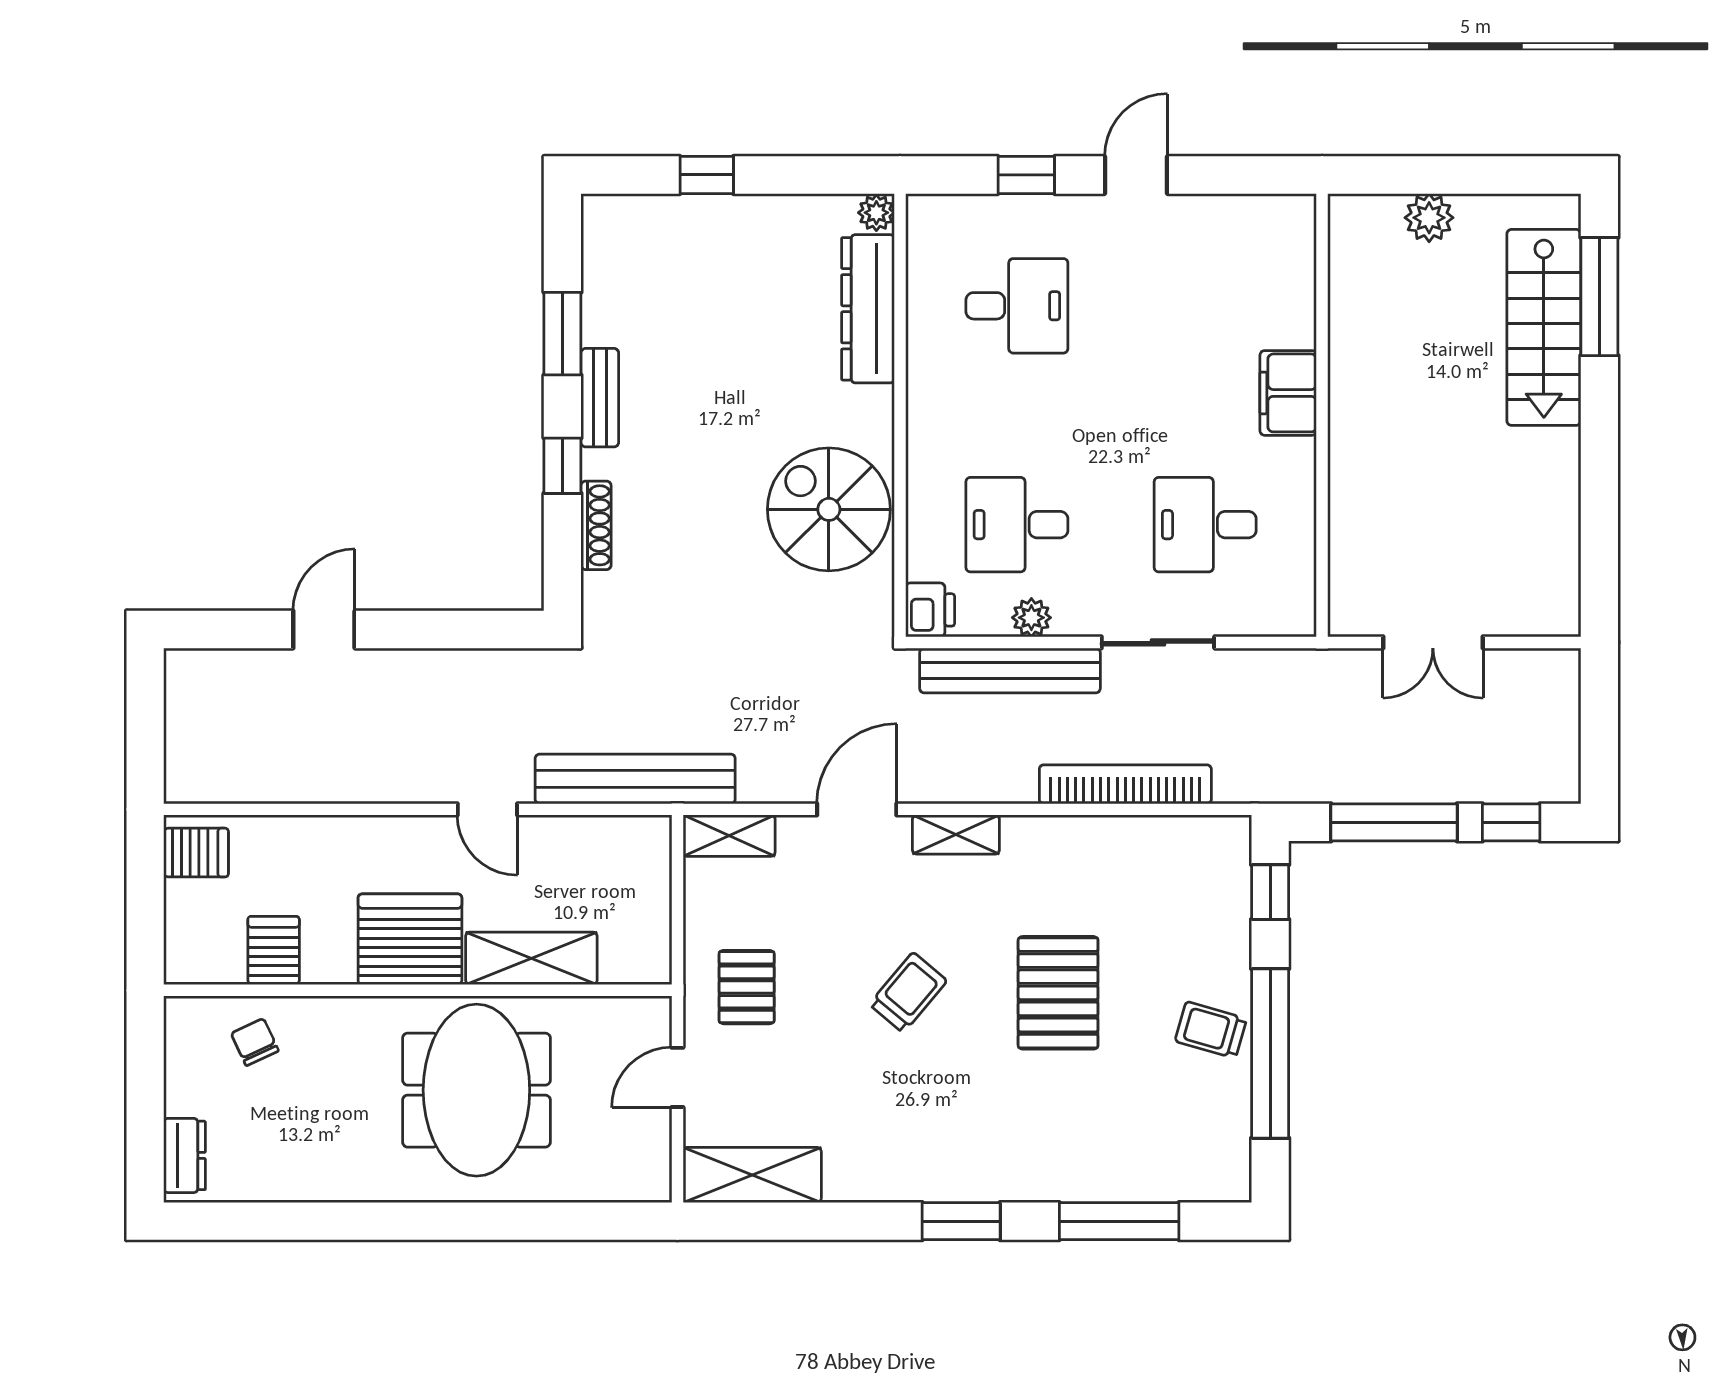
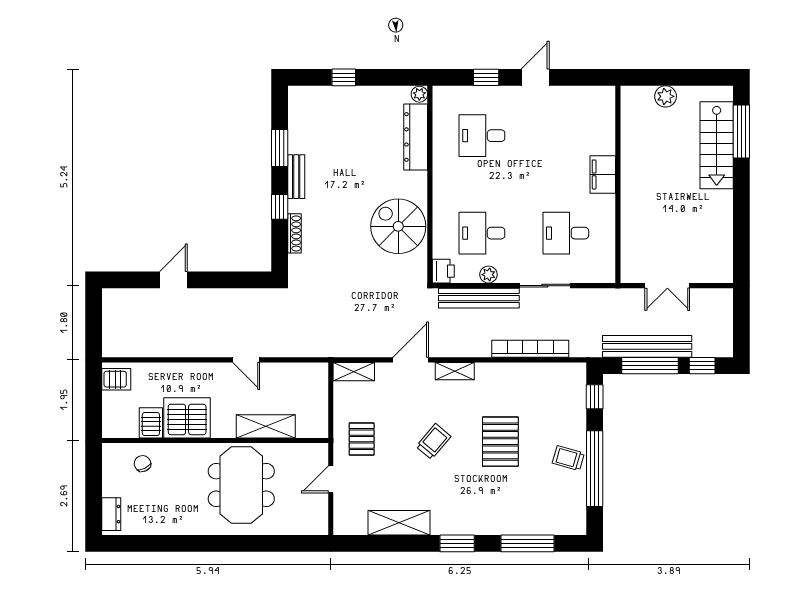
desk: (1017, 306) -> (482, 136), turned 180
bench: (635, 779) -> (647, 346), moved
server rack: (410, 939) -> (187, 418), moved
shelving: (752, 1175) -> (399, 523), moved

